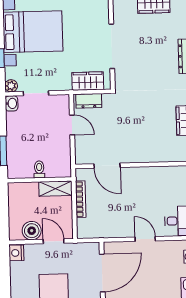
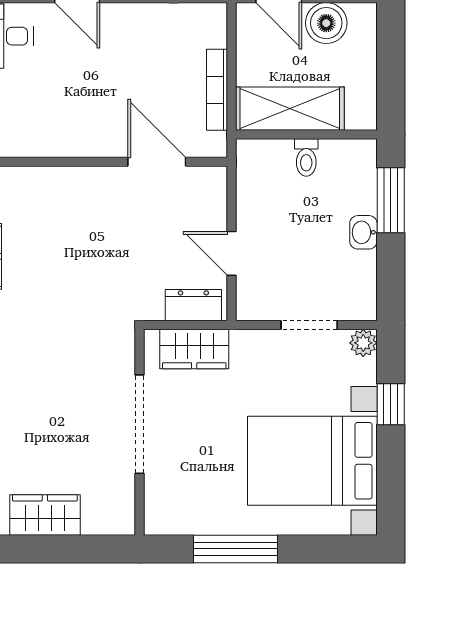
washbasin: (11, 103) -> (363, 232), moved
shelving: (55, 189) -> (290, 109), width x1.50, depth x1.33

